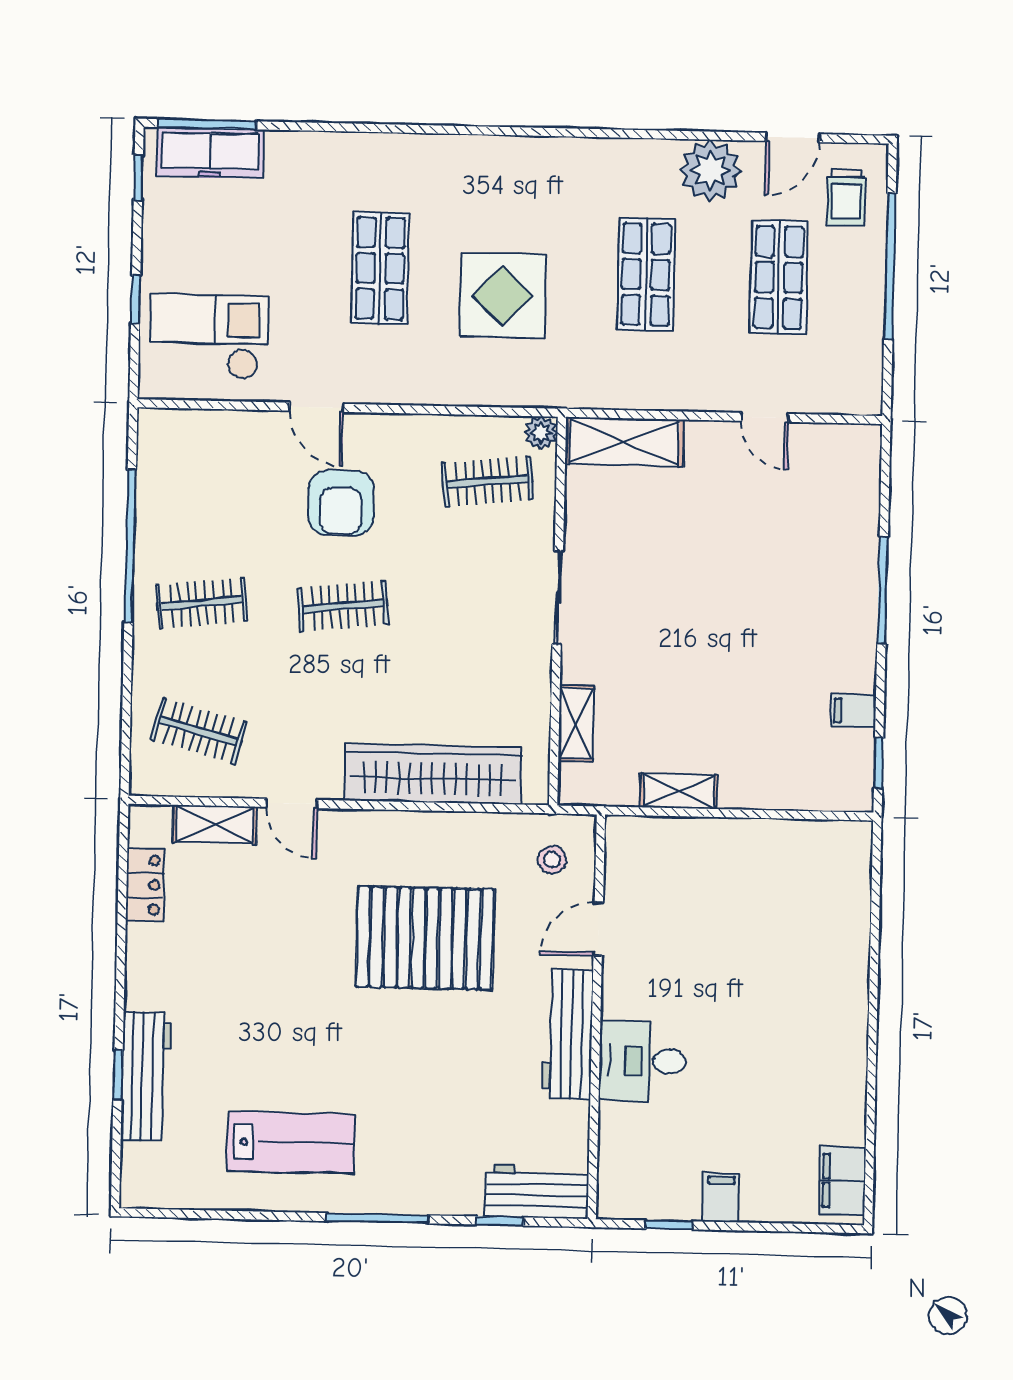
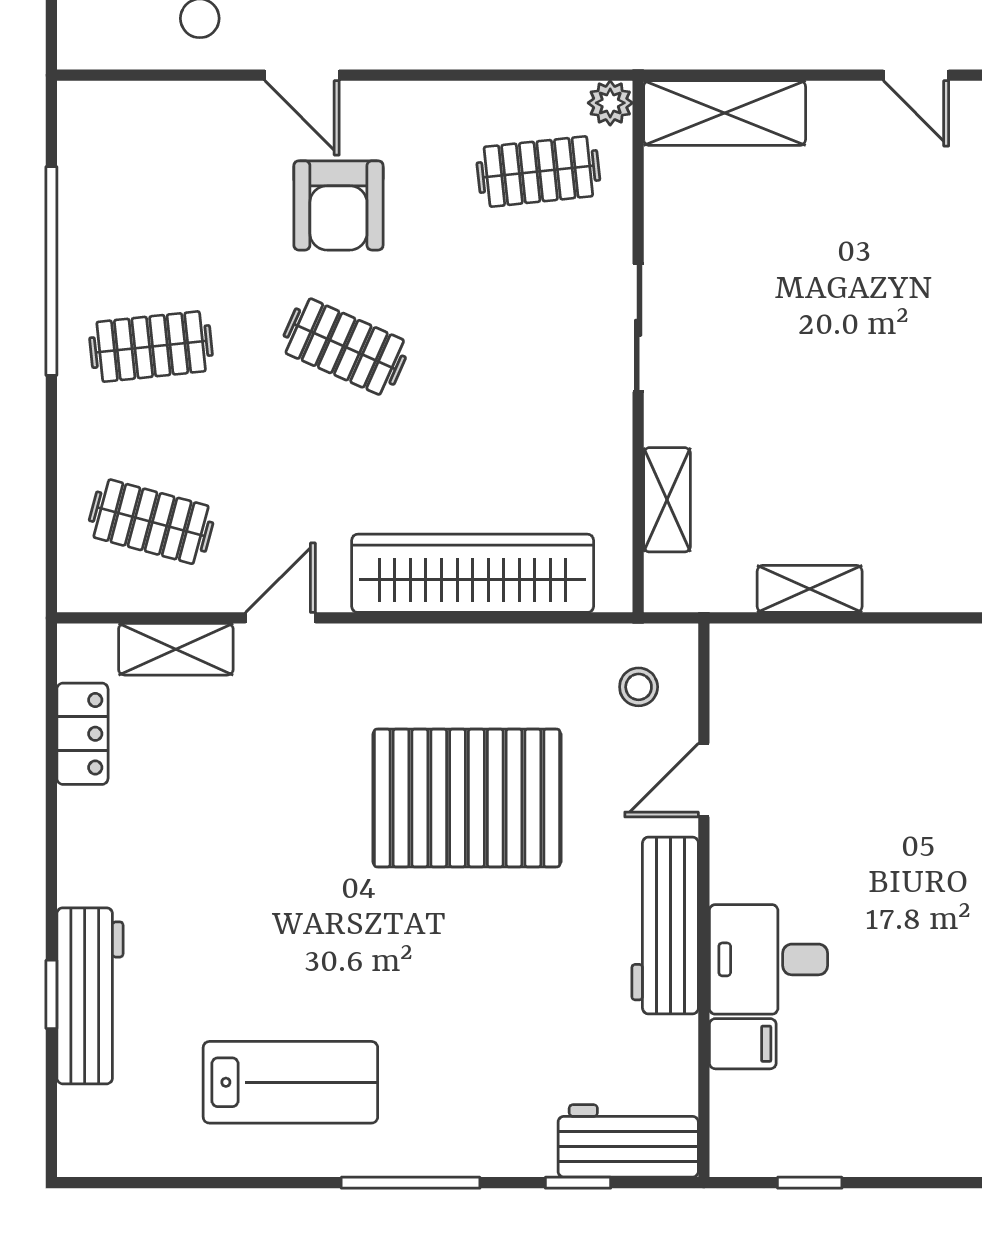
clothes rail: (343, 606) -> (345, 347), turned 30
door: (292, 803) -> (281, 618), swing flipped
filing cabinet: (721, 1198) -> (743, 1044), moved, turned 90

